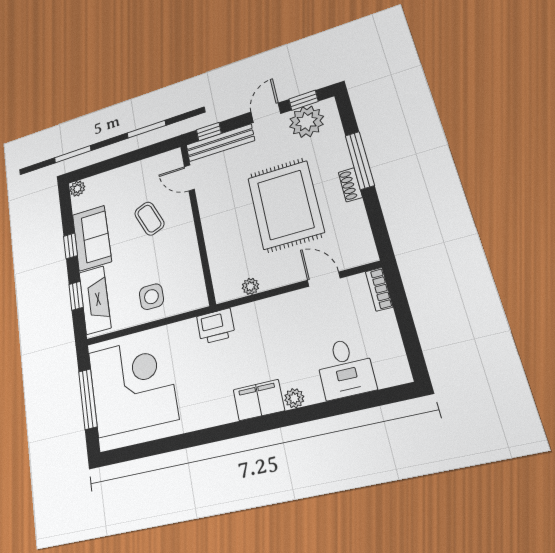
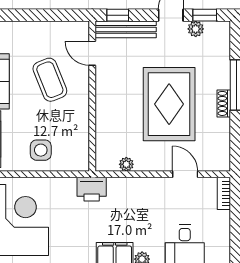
plant: (306, 122) -> (196, 29), width x0.53, depth x0.53
coffee table: (149, 219) -> (50, 80), width x1.36, depth x1.30

